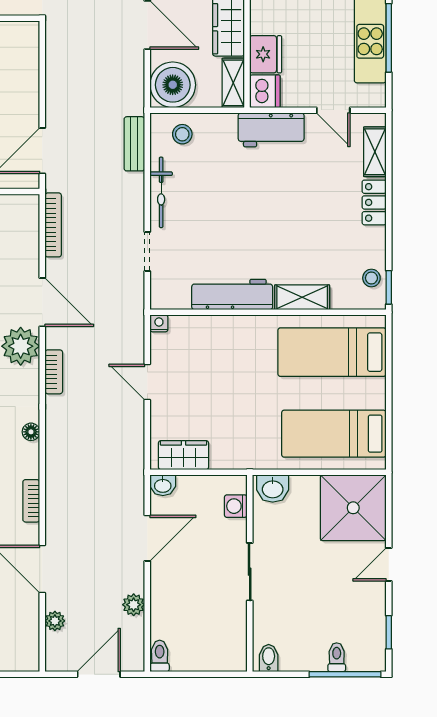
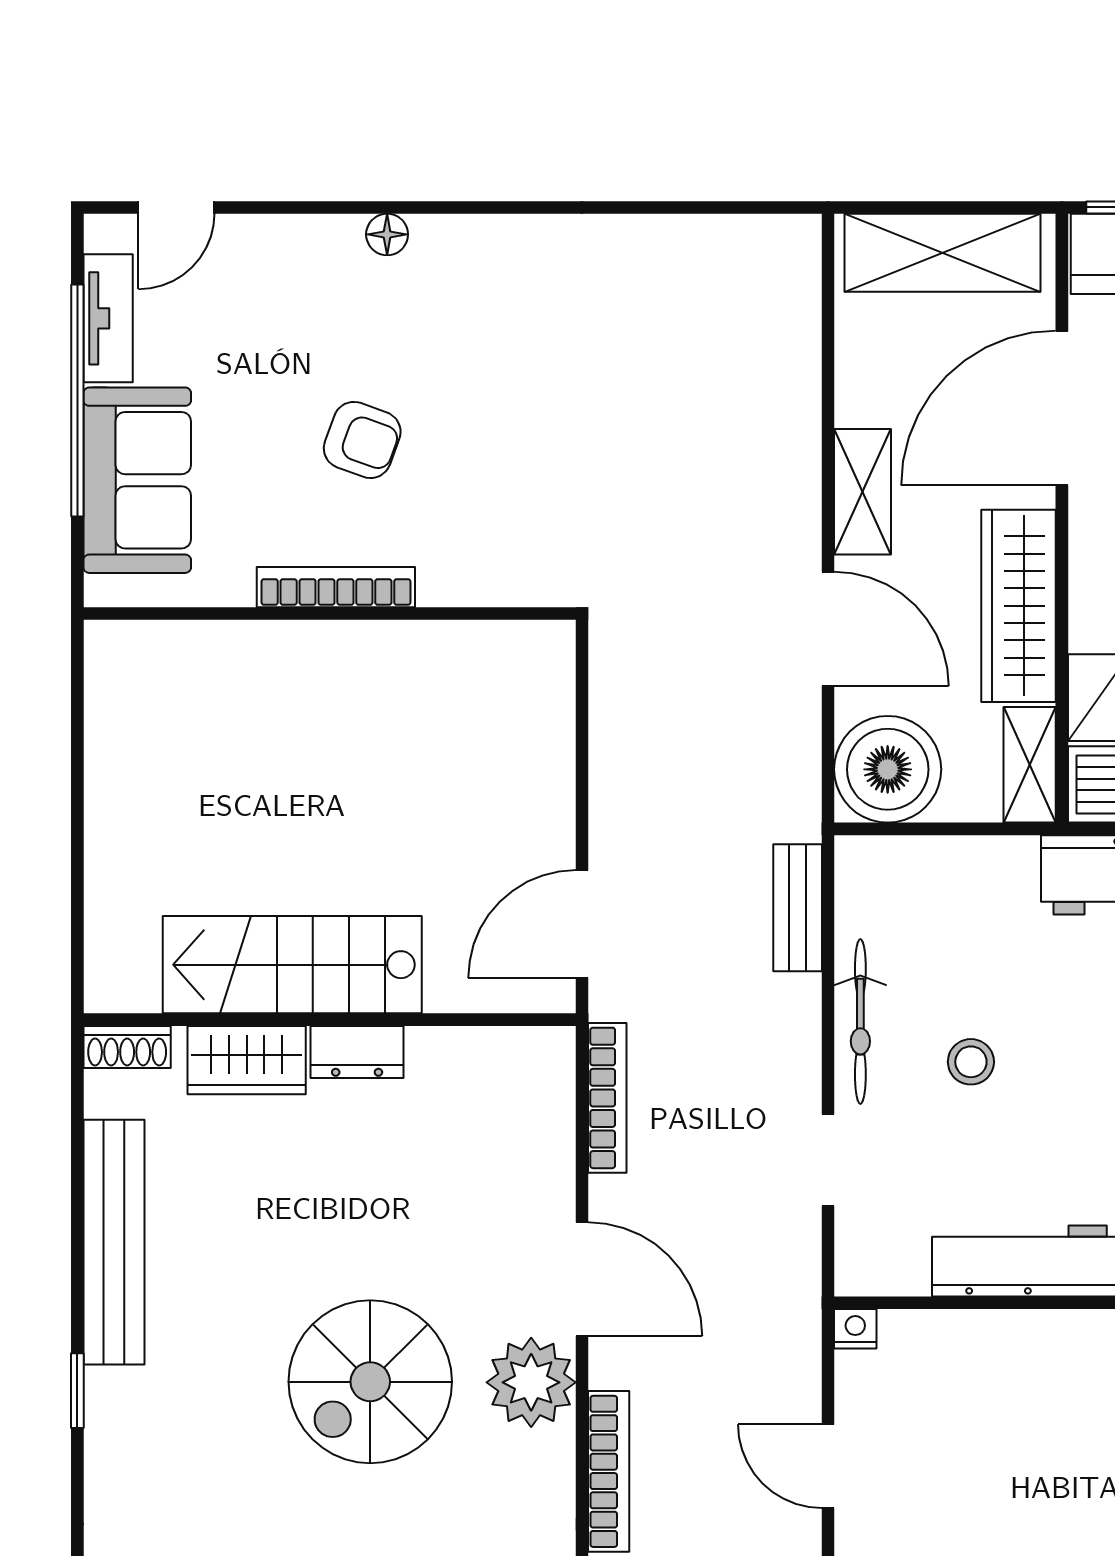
stool: (182, 134) -> (971, 1062), moved
bookcase: (54, 372) -> (609, 1471), width x1.56

